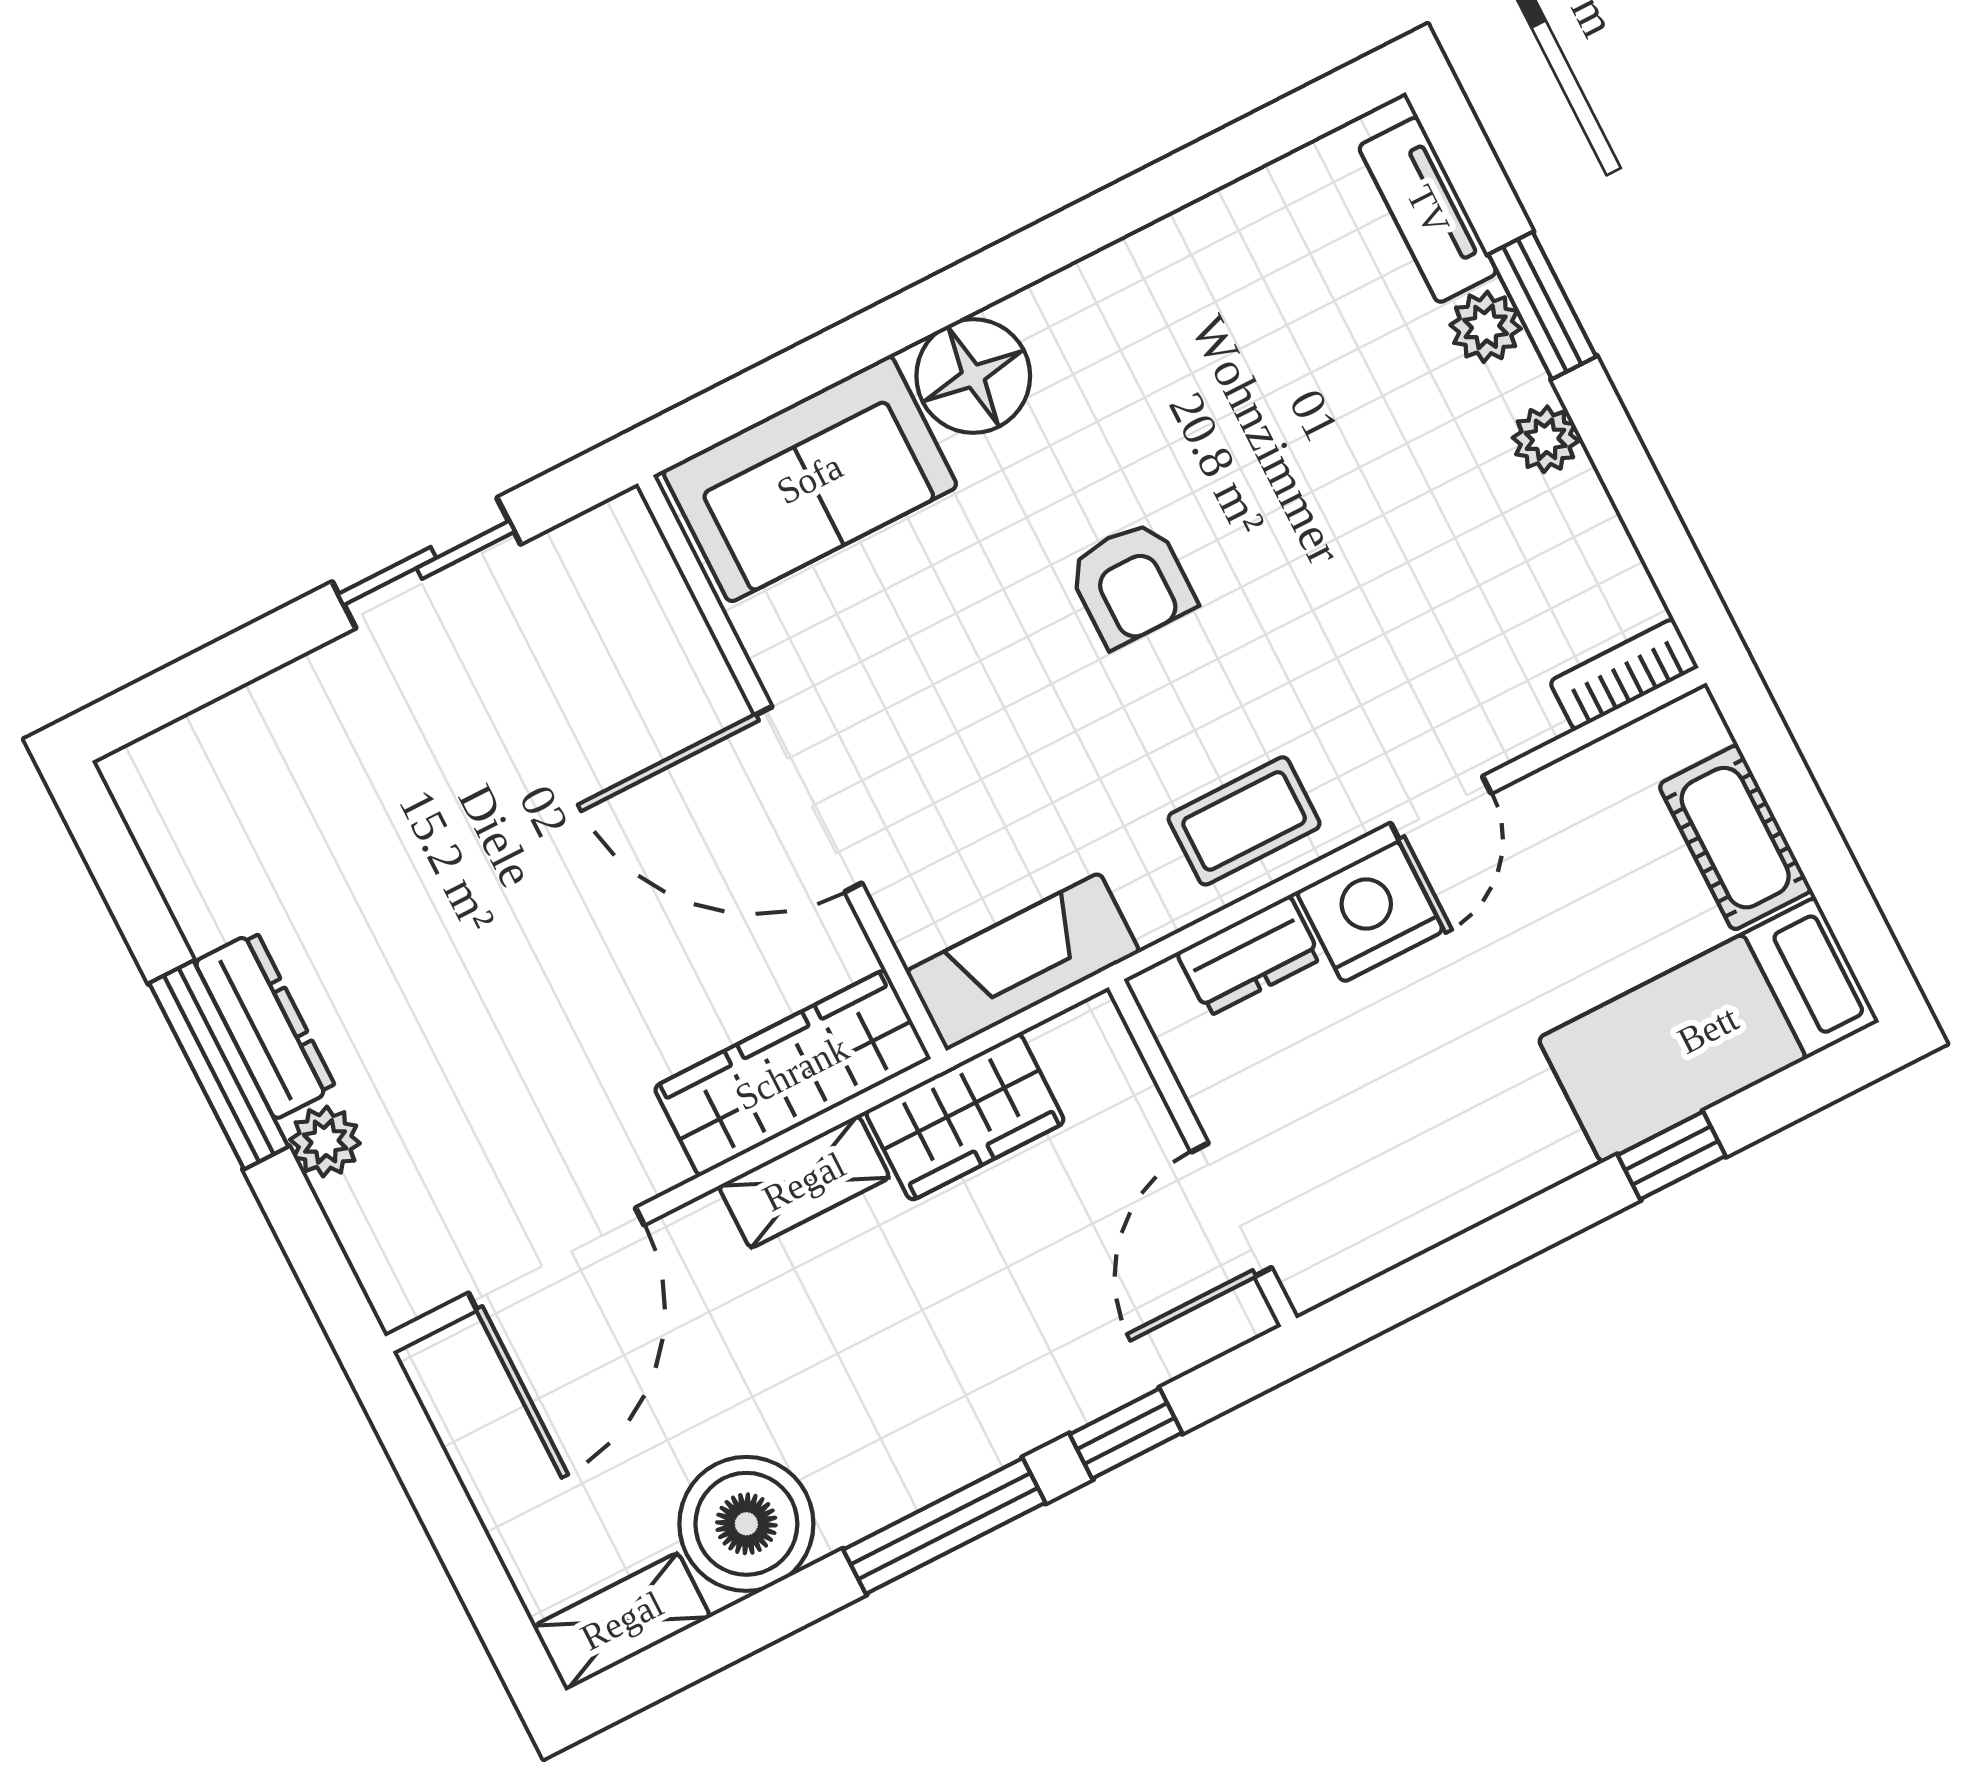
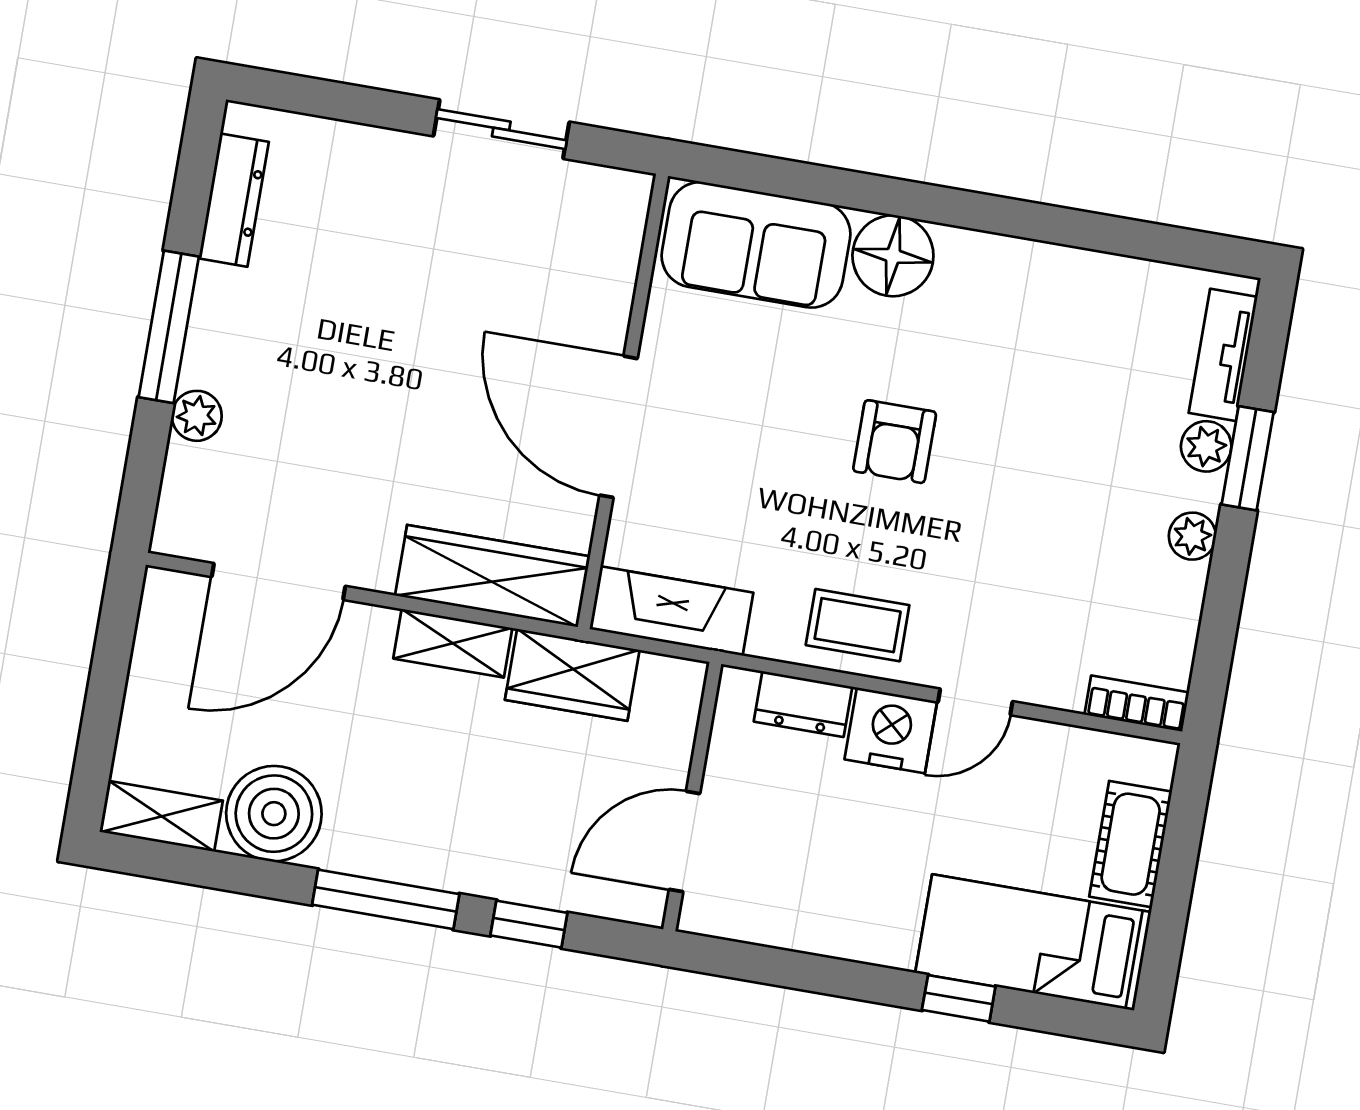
dresser: (265, 1025) -> (234, 200), moved

